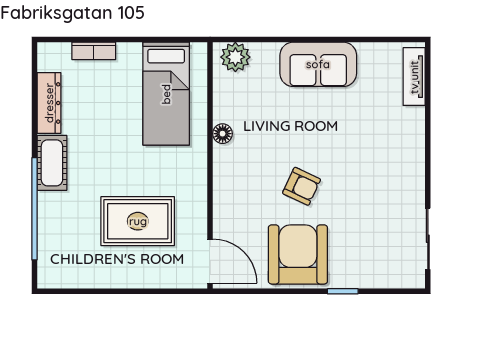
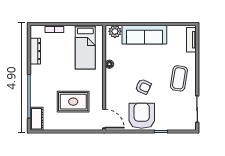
sofa: (318, 64) -> (144, 35), width x1.36
cot: (52, 163) -> (36, 119), moved
coffee table: (385, 167) -> (179, 78), added

